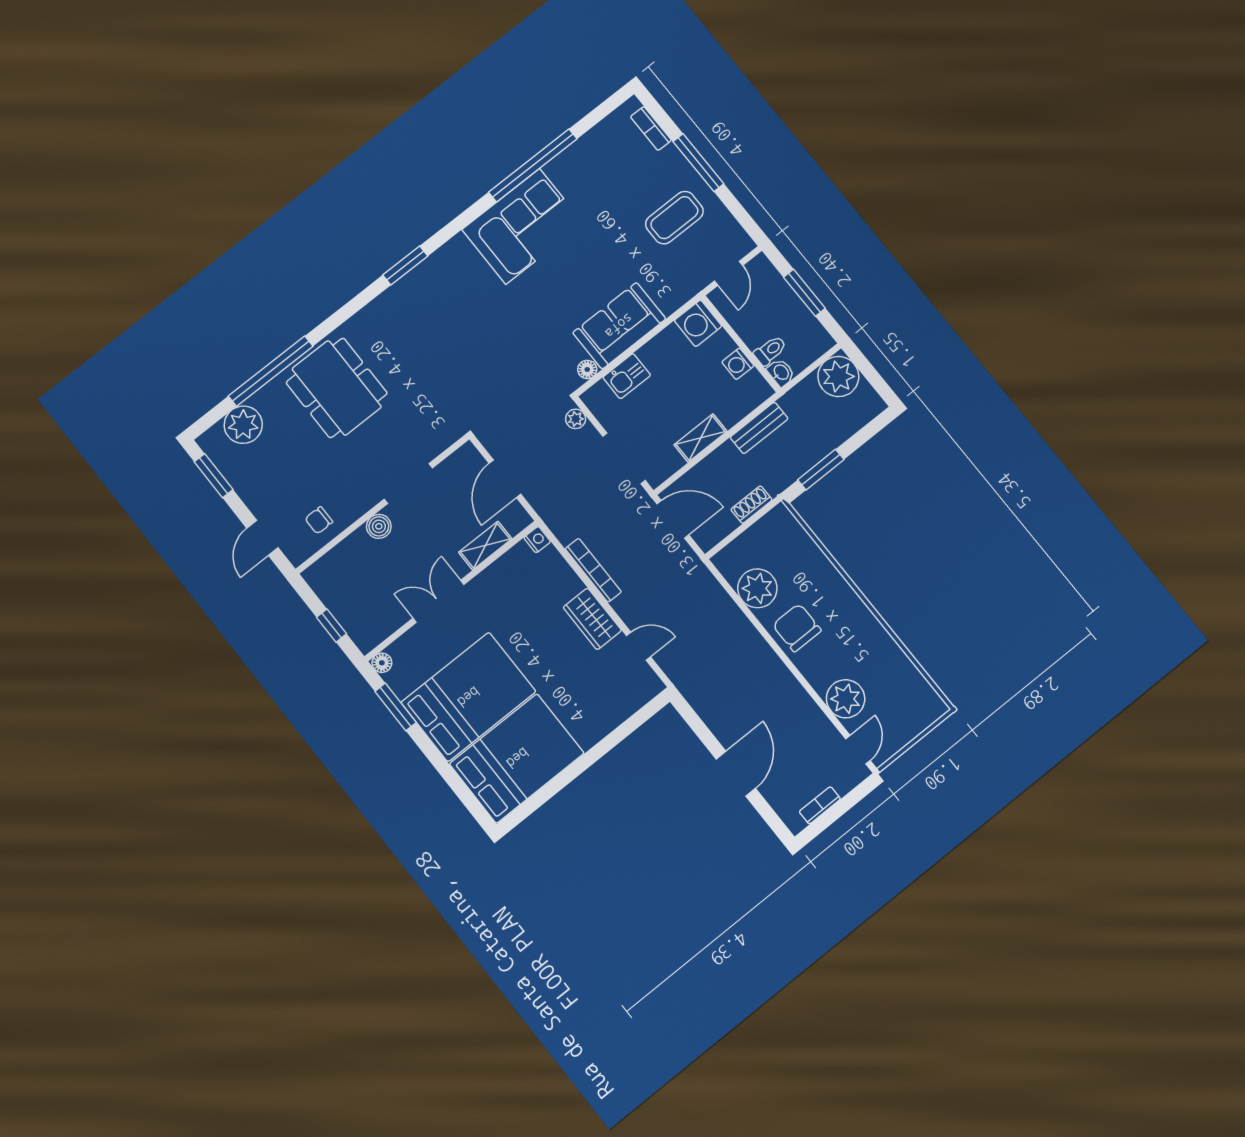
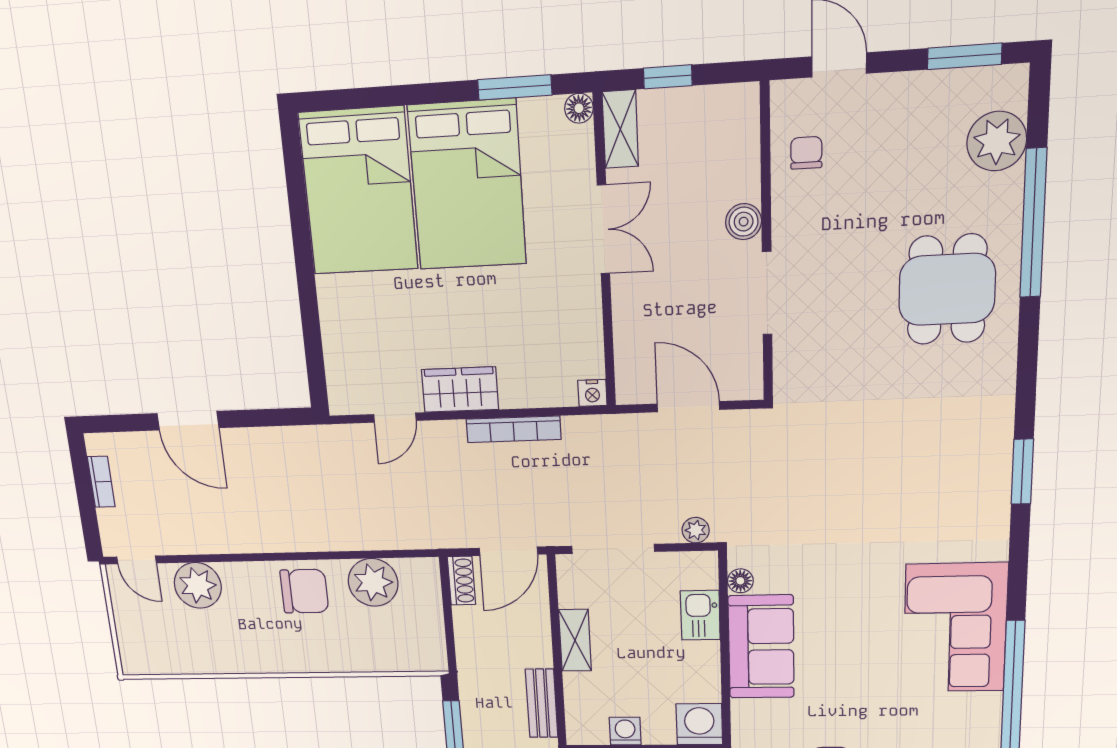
dining table: (337, 388) -> (947, 289), width x0.73
shoe rack: (751, 505) -> (461, 581), moved
shelving: (485, 546) -> (620, 129), moved

